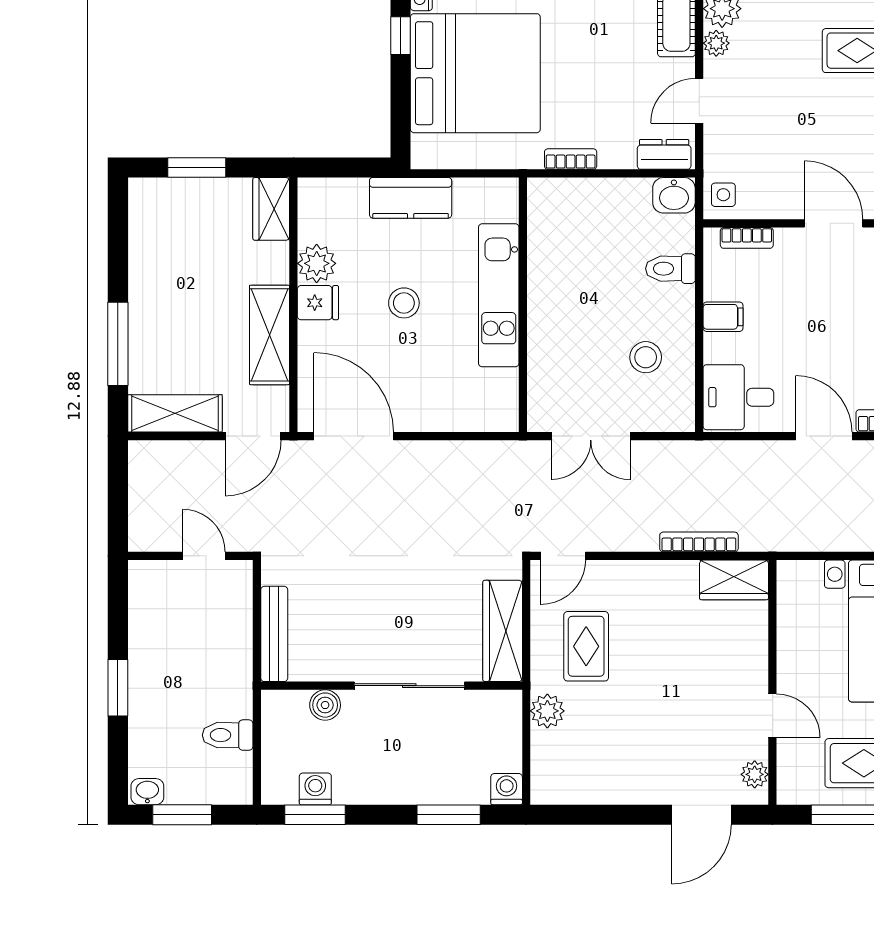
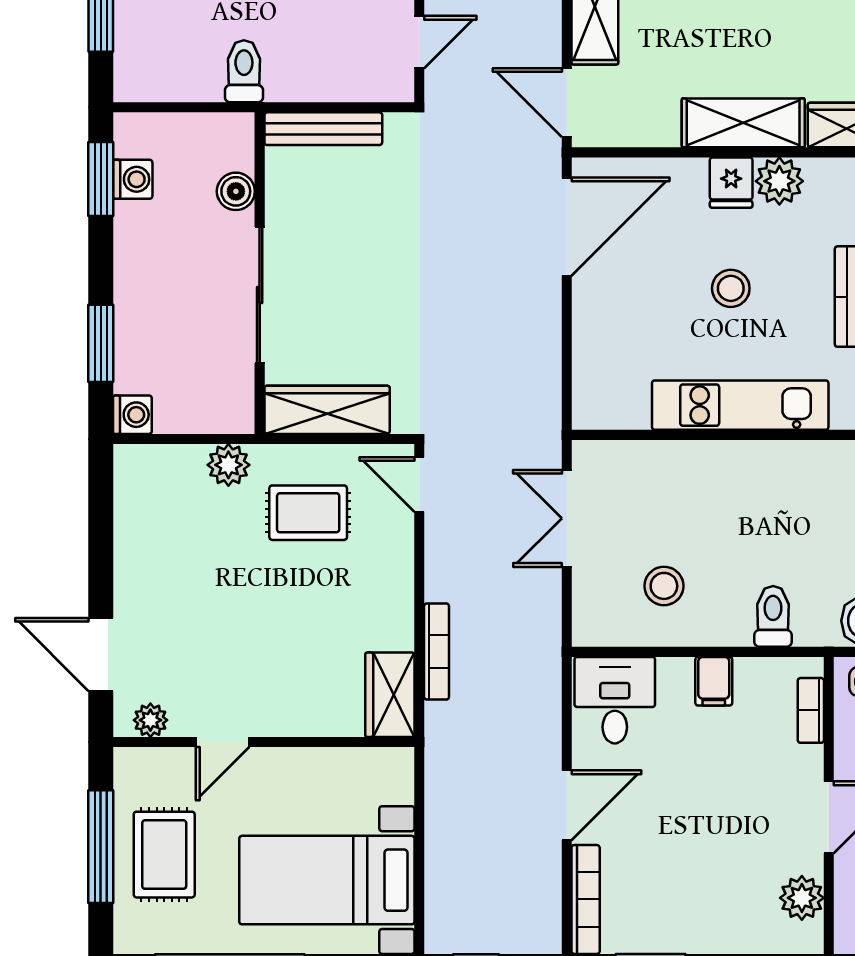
shelving: (269, 335) -> (743, 123), moved
toilet: (228, 735) -> (244, 71), moved

